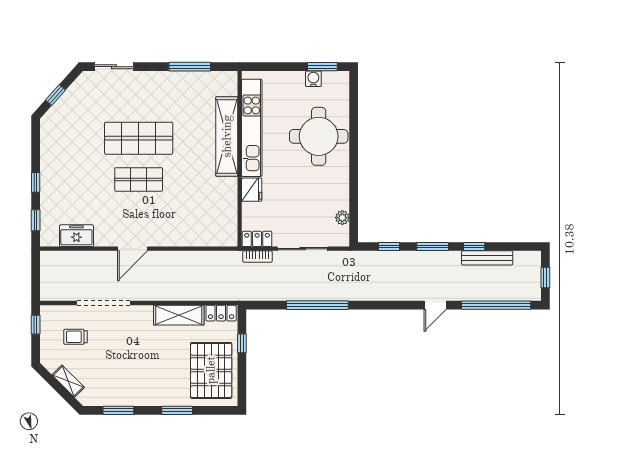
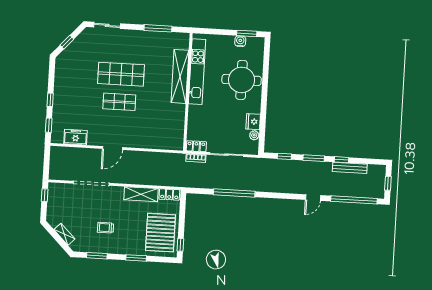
fridge: (252, 190) -> (253, 122), moved, turned 180
trolley: (76, 337) -> (105, 228), moved
window: (242, 343) -> (180, 245), moved

